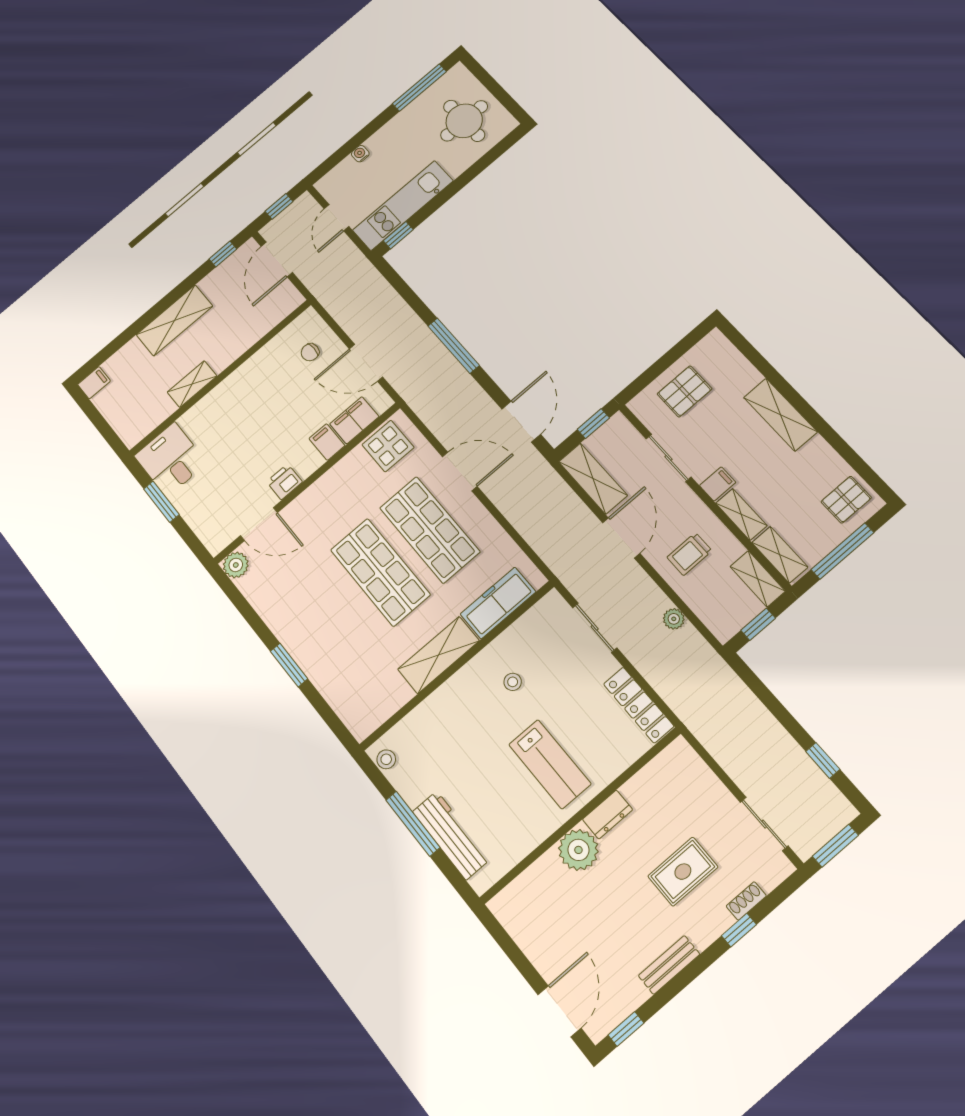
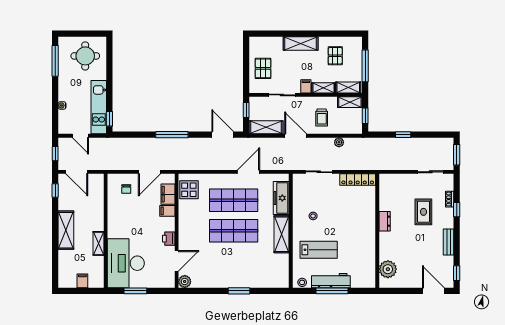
filing cabinet: (94, 383) -> (82, 281), moved
desk: (171, 459) -> (126, 263), width x1.87, depth x1.30
door: (460, 471) -> (249, 172), moved
pallet: (846, 500) -> (335, 56), moved
window: (823, 760) -> (403, 135), moved
lab bench: (550, 764) -> (319, 250), moved
workbench: (451, 835) -> (331, 281), moved
plant: (578, 850) -> (388, 269), moved

